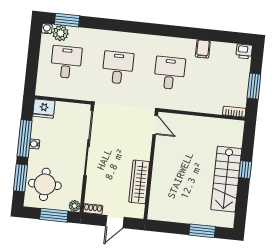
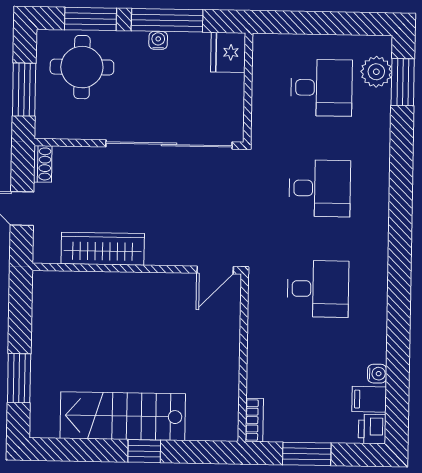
water cooler: (47, 29) -> (377, 374), moved
filing cabinet: (203, 49) -> (369, 399), moved
plant: (75, 206) -> (46, 128), removed

